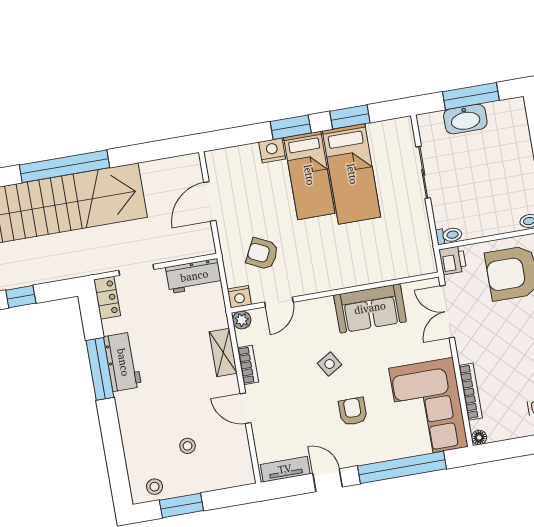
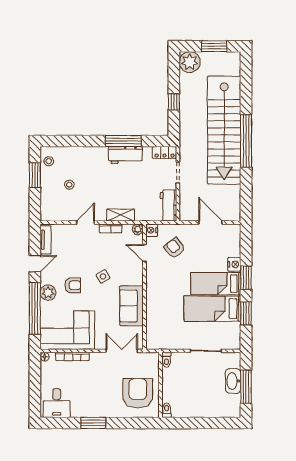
armchair: (262, 254) -> (175, 248), turned -64
printer: (453, 260) -> (151, 359), removed
plant: (372, 450) -> (48, 293), added

